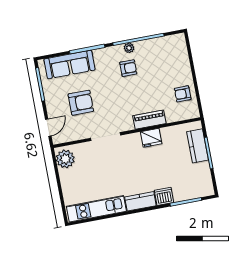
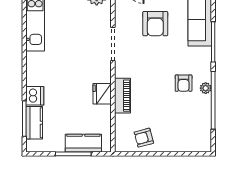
armchair: (183, 94) -> (144, 138), turned -105
kitchen counter: (140, 201) -> (34, 123), moved

